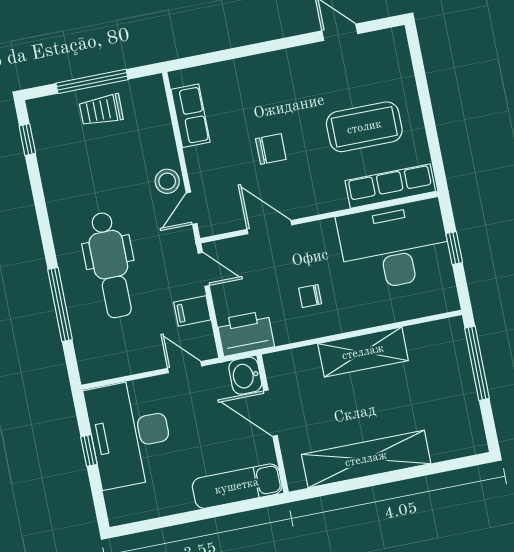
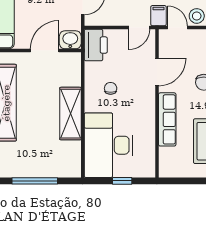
row of seats: (390, 186) -> (167, 119), moved
desk: (394, 245) -> (109, 145), moved, turned 180
filing cabinet: (192, 311) -> (158, 16), moved
window: (477, 363) -> (35, 181), moved

